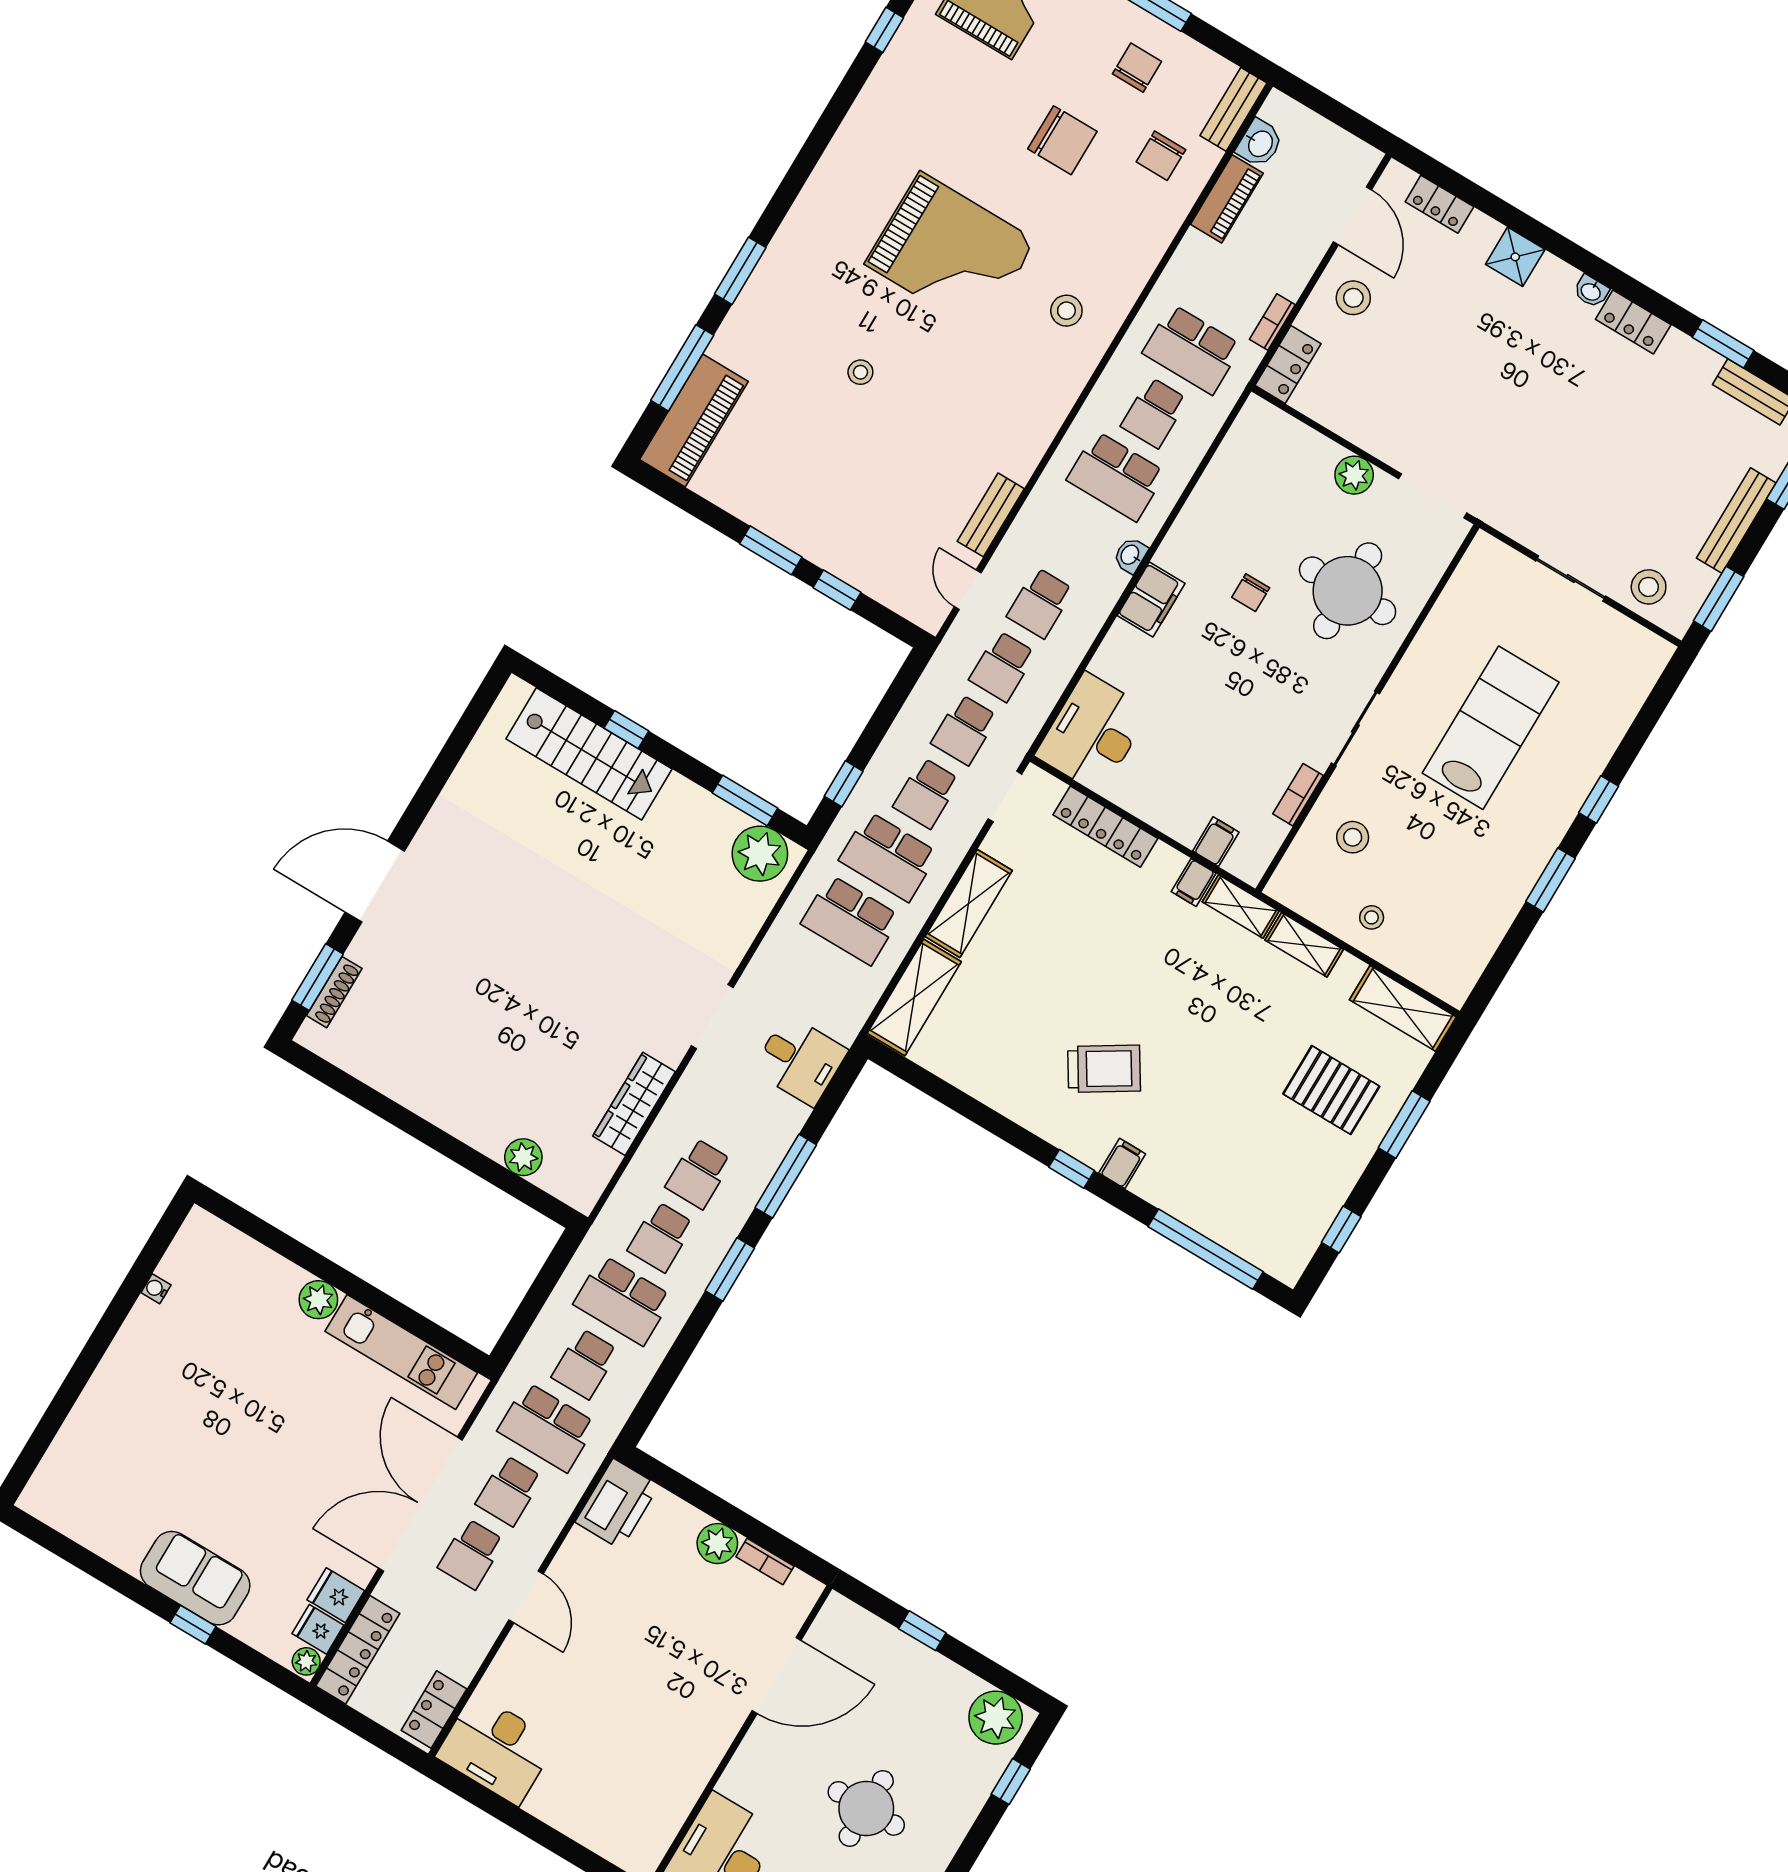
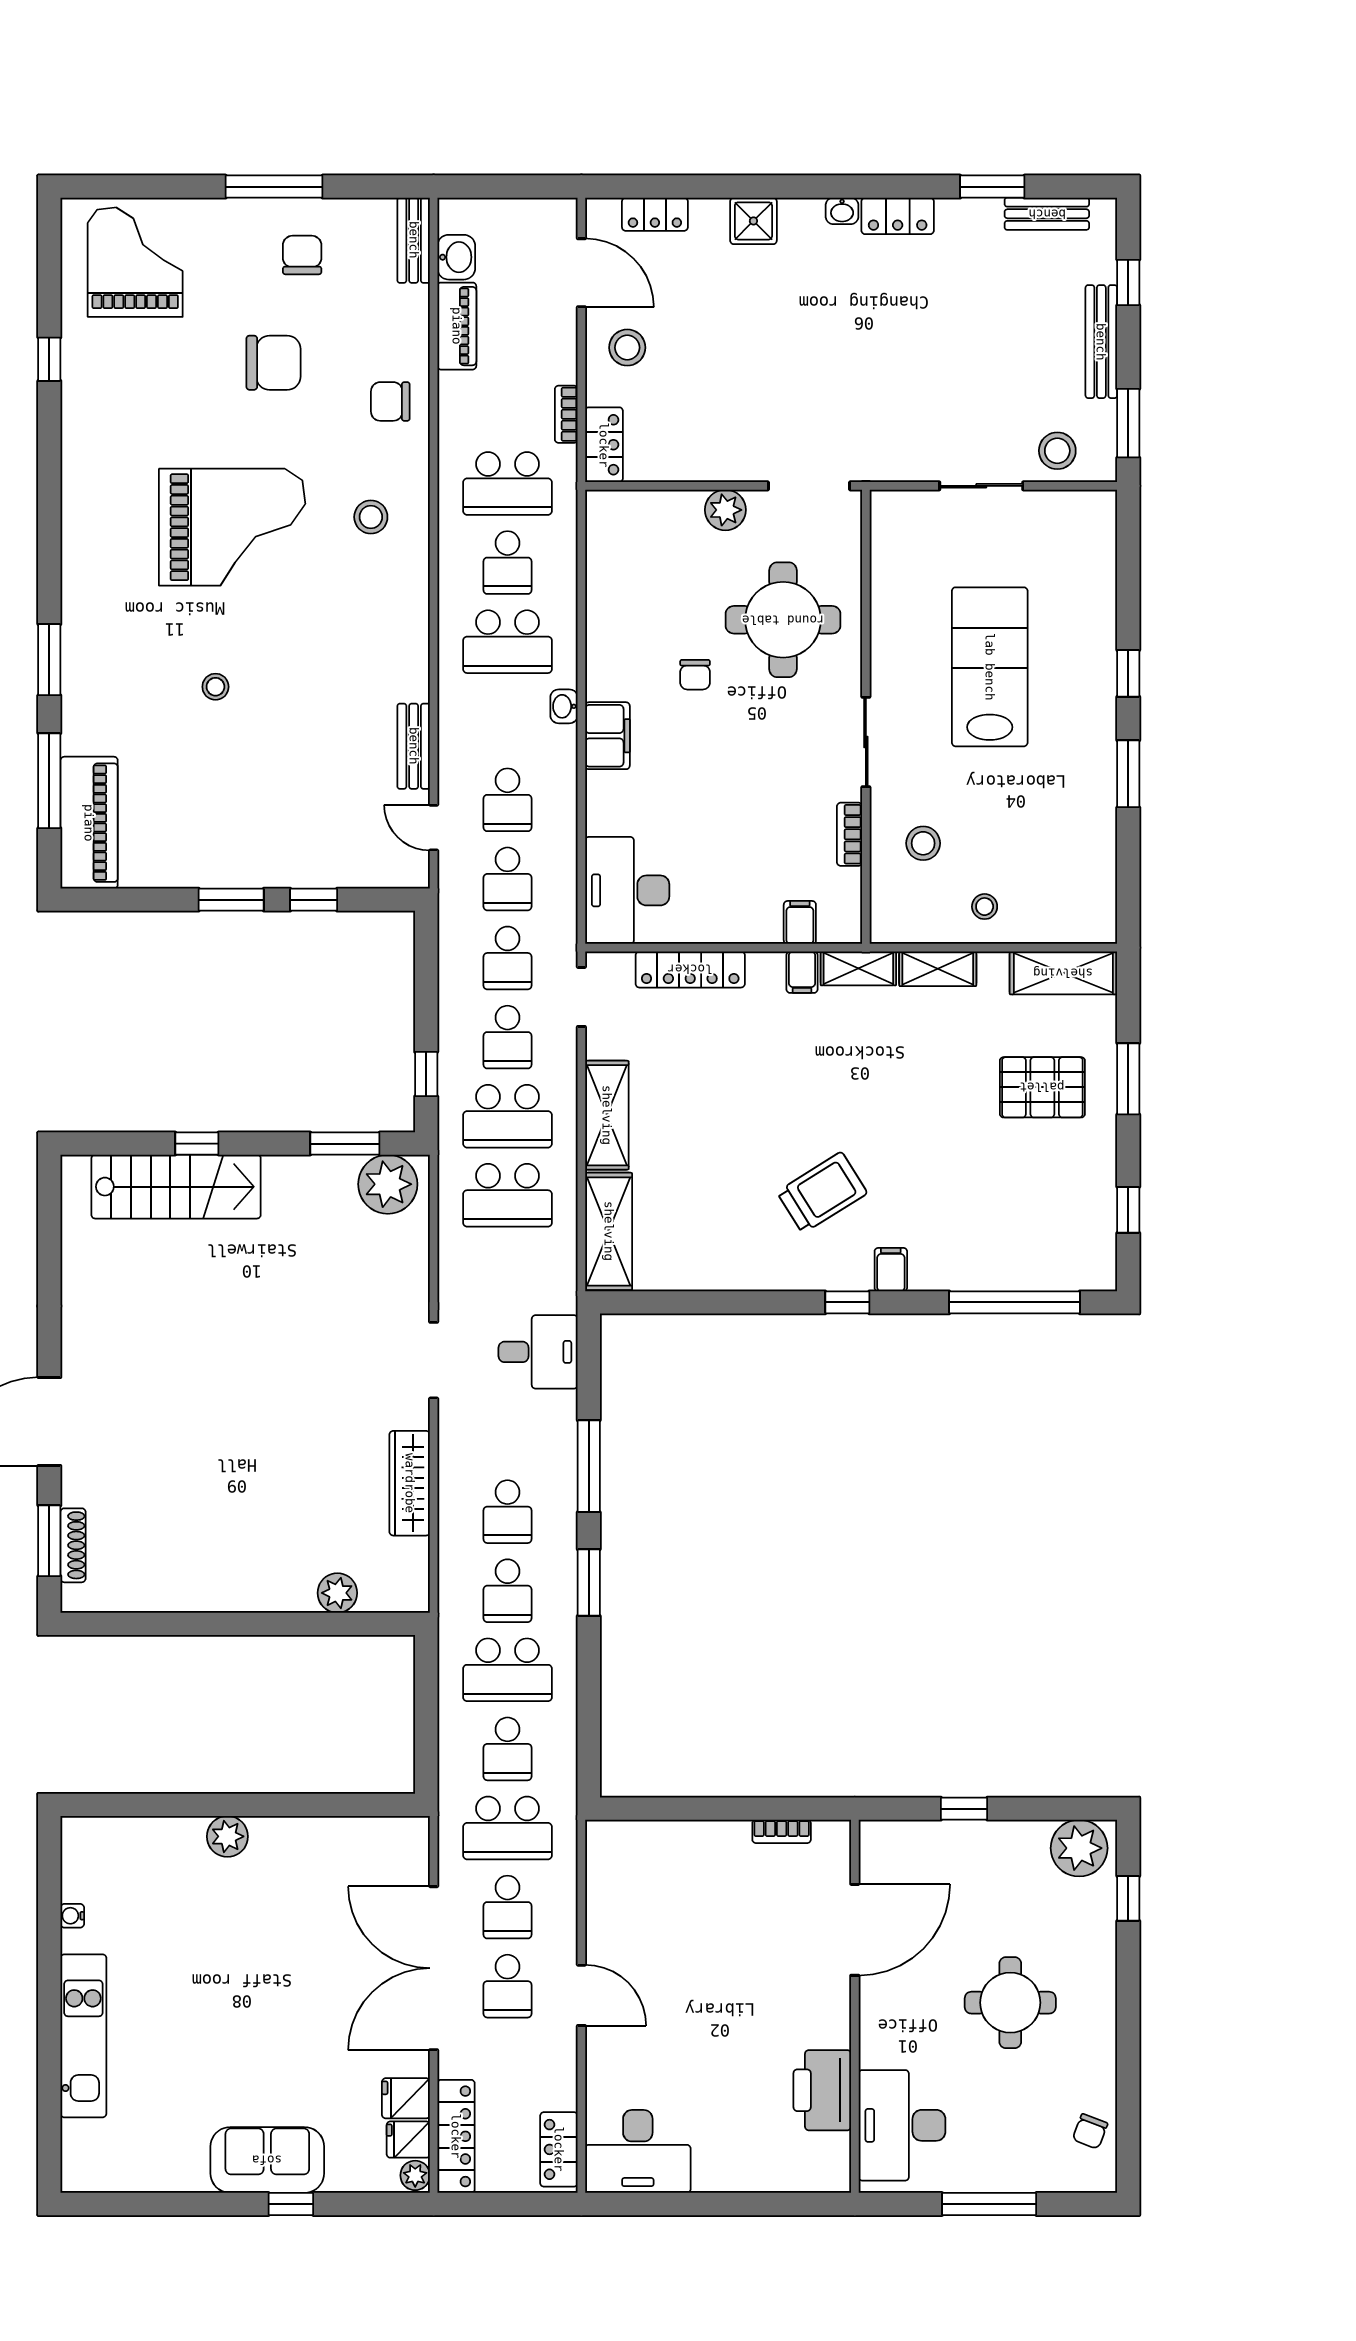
chair: (1161, 156) -> (390, 401), moved, turned 90
kitchen unit: (401, 1352) -> (83, 2036), moved, turned -90
printer: (617, 1504) -> (822, 2090), moved, turned 180
plant: (717, 1544) -> (728, 1841), removed

